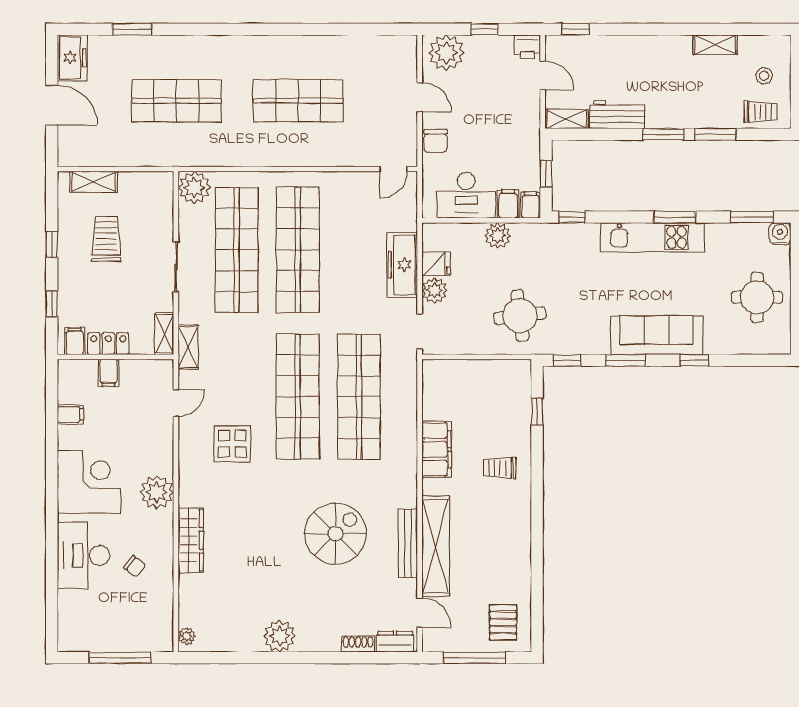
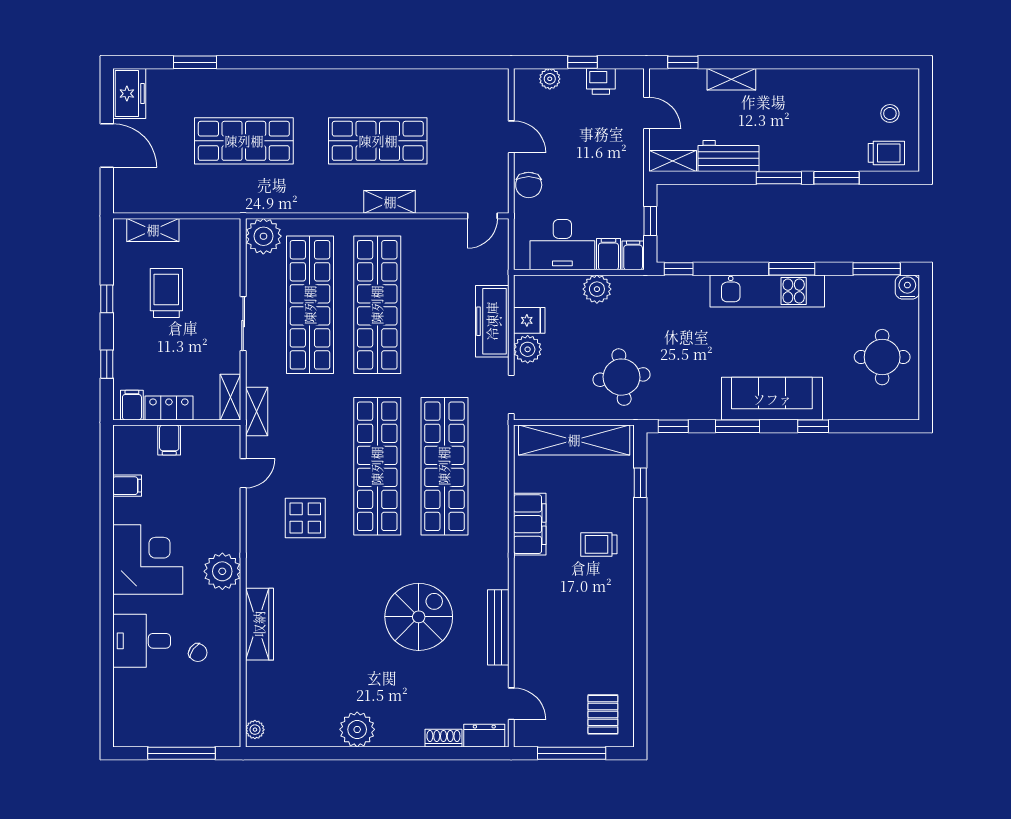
shelving: (715, 45) -> (731, 79), moved
printer: (527, 47) -> (601, 81), moved
plant: (446, 53) -> (550, 79), width x0.53, depth x0.53
shelving: (309, 156) -> (390, 202), added
shelving: (436, 546) -> (574, 440), moved, turned 90
desk: (83, 555) -> (142, 641), width x0.73

